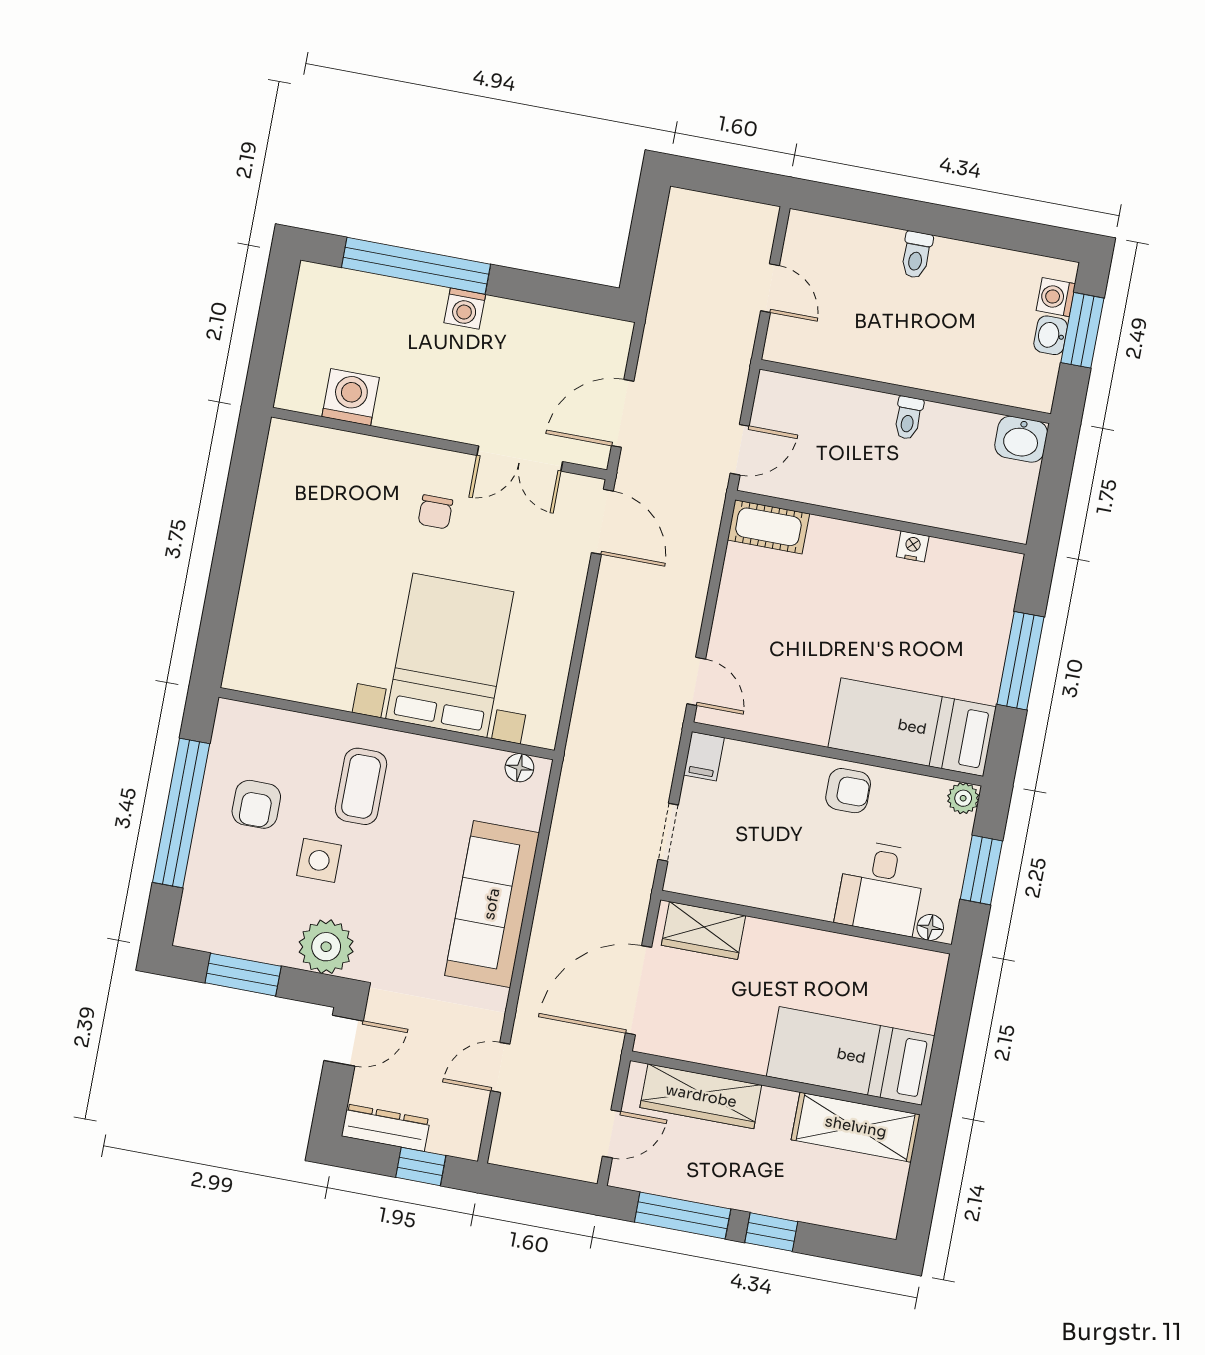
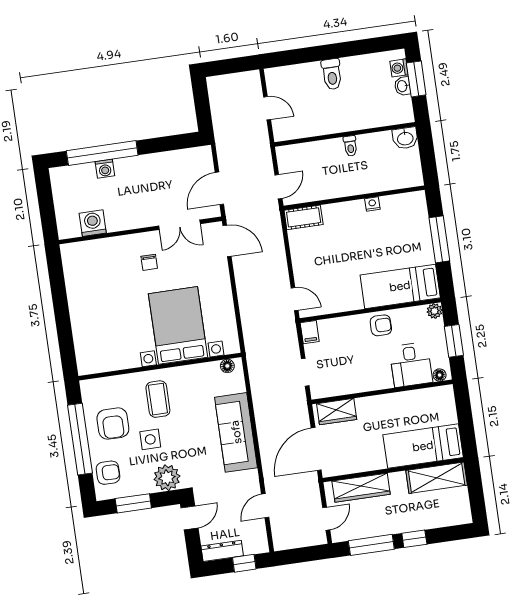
toilet: (916, 255) -> (332, 74), width x1.37, depth x1.39
washing machine: (465, 309) -> (105, 169), moved
armchair: (256, 804) -> (113, 424), width x1.38, depth x1.38
armchair: (214, 897) -> (108, 473), added

